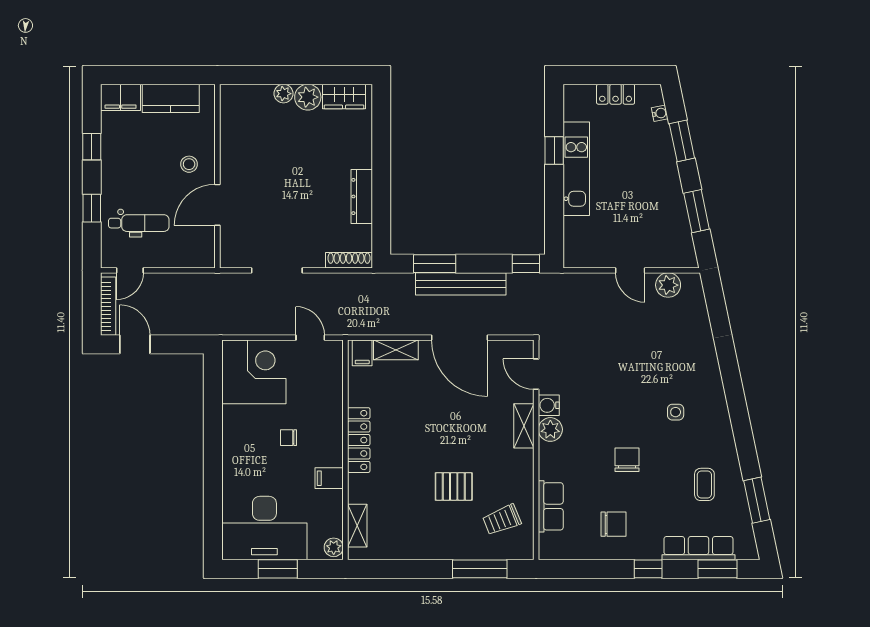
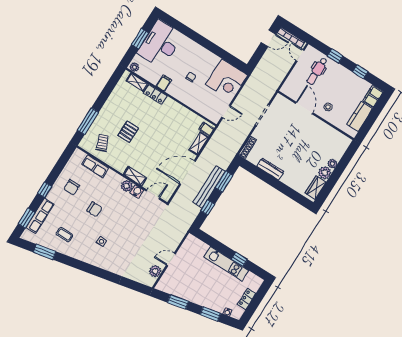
window: (526, 264) -> (208, 207), moved
locker: (359, 440) -> (155, 95), moved, width x0.66

